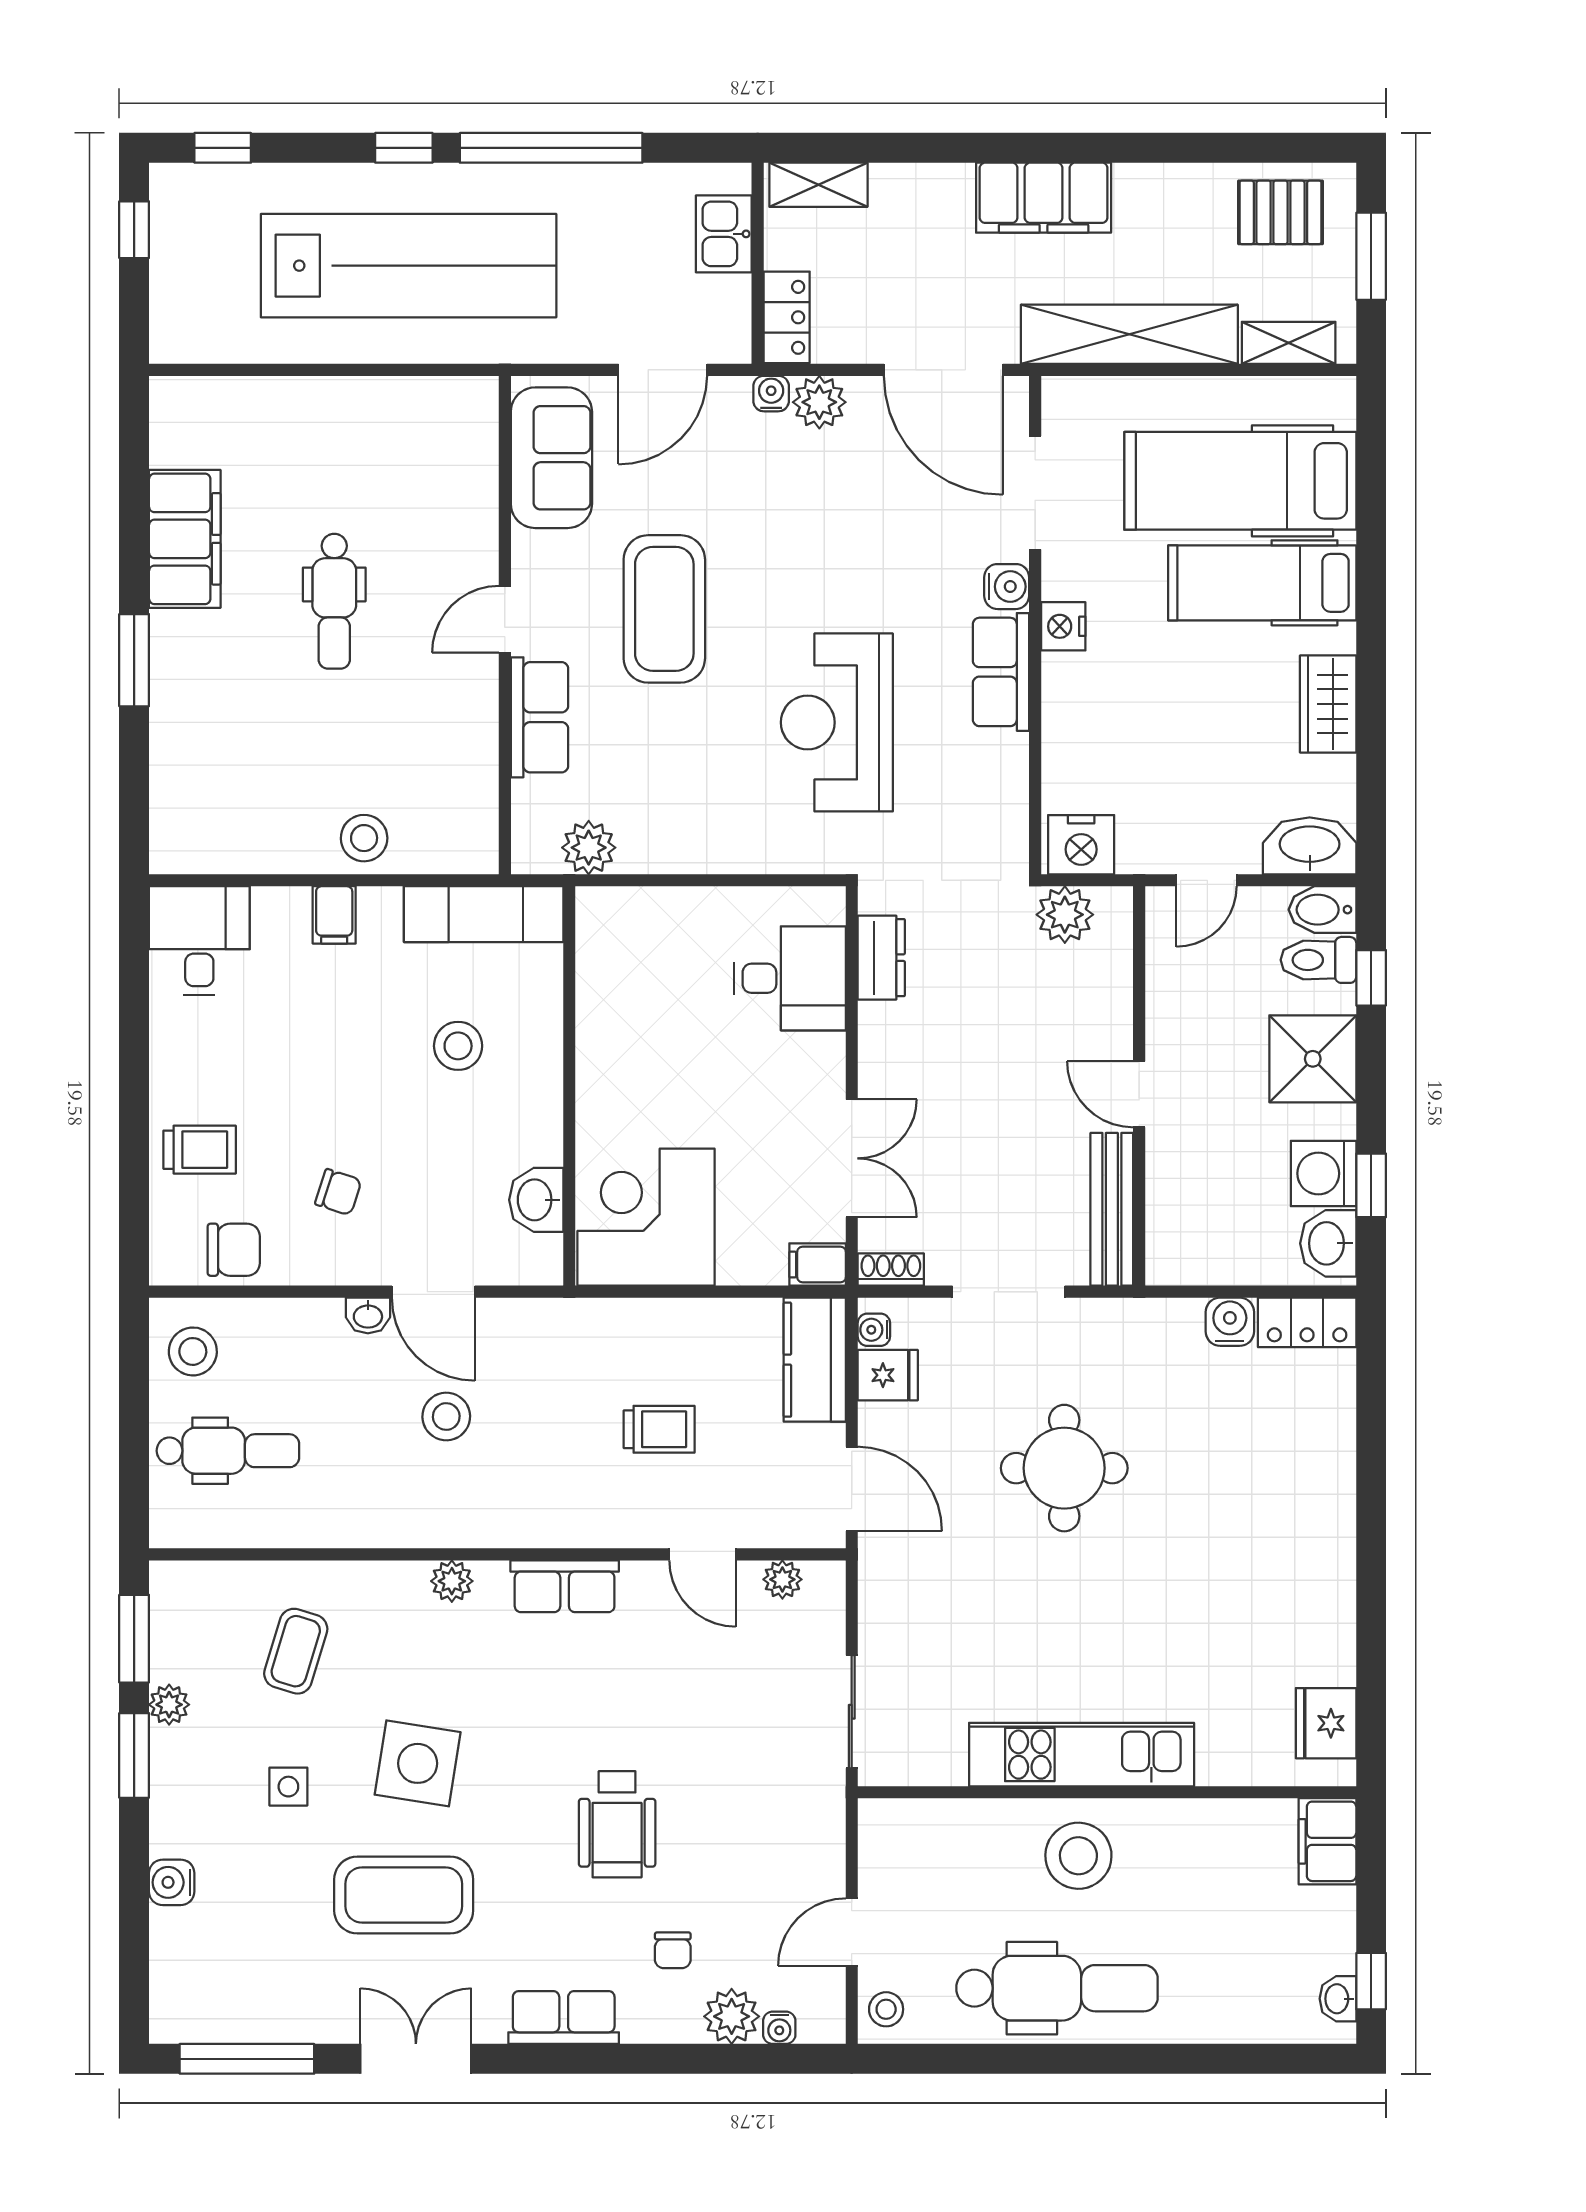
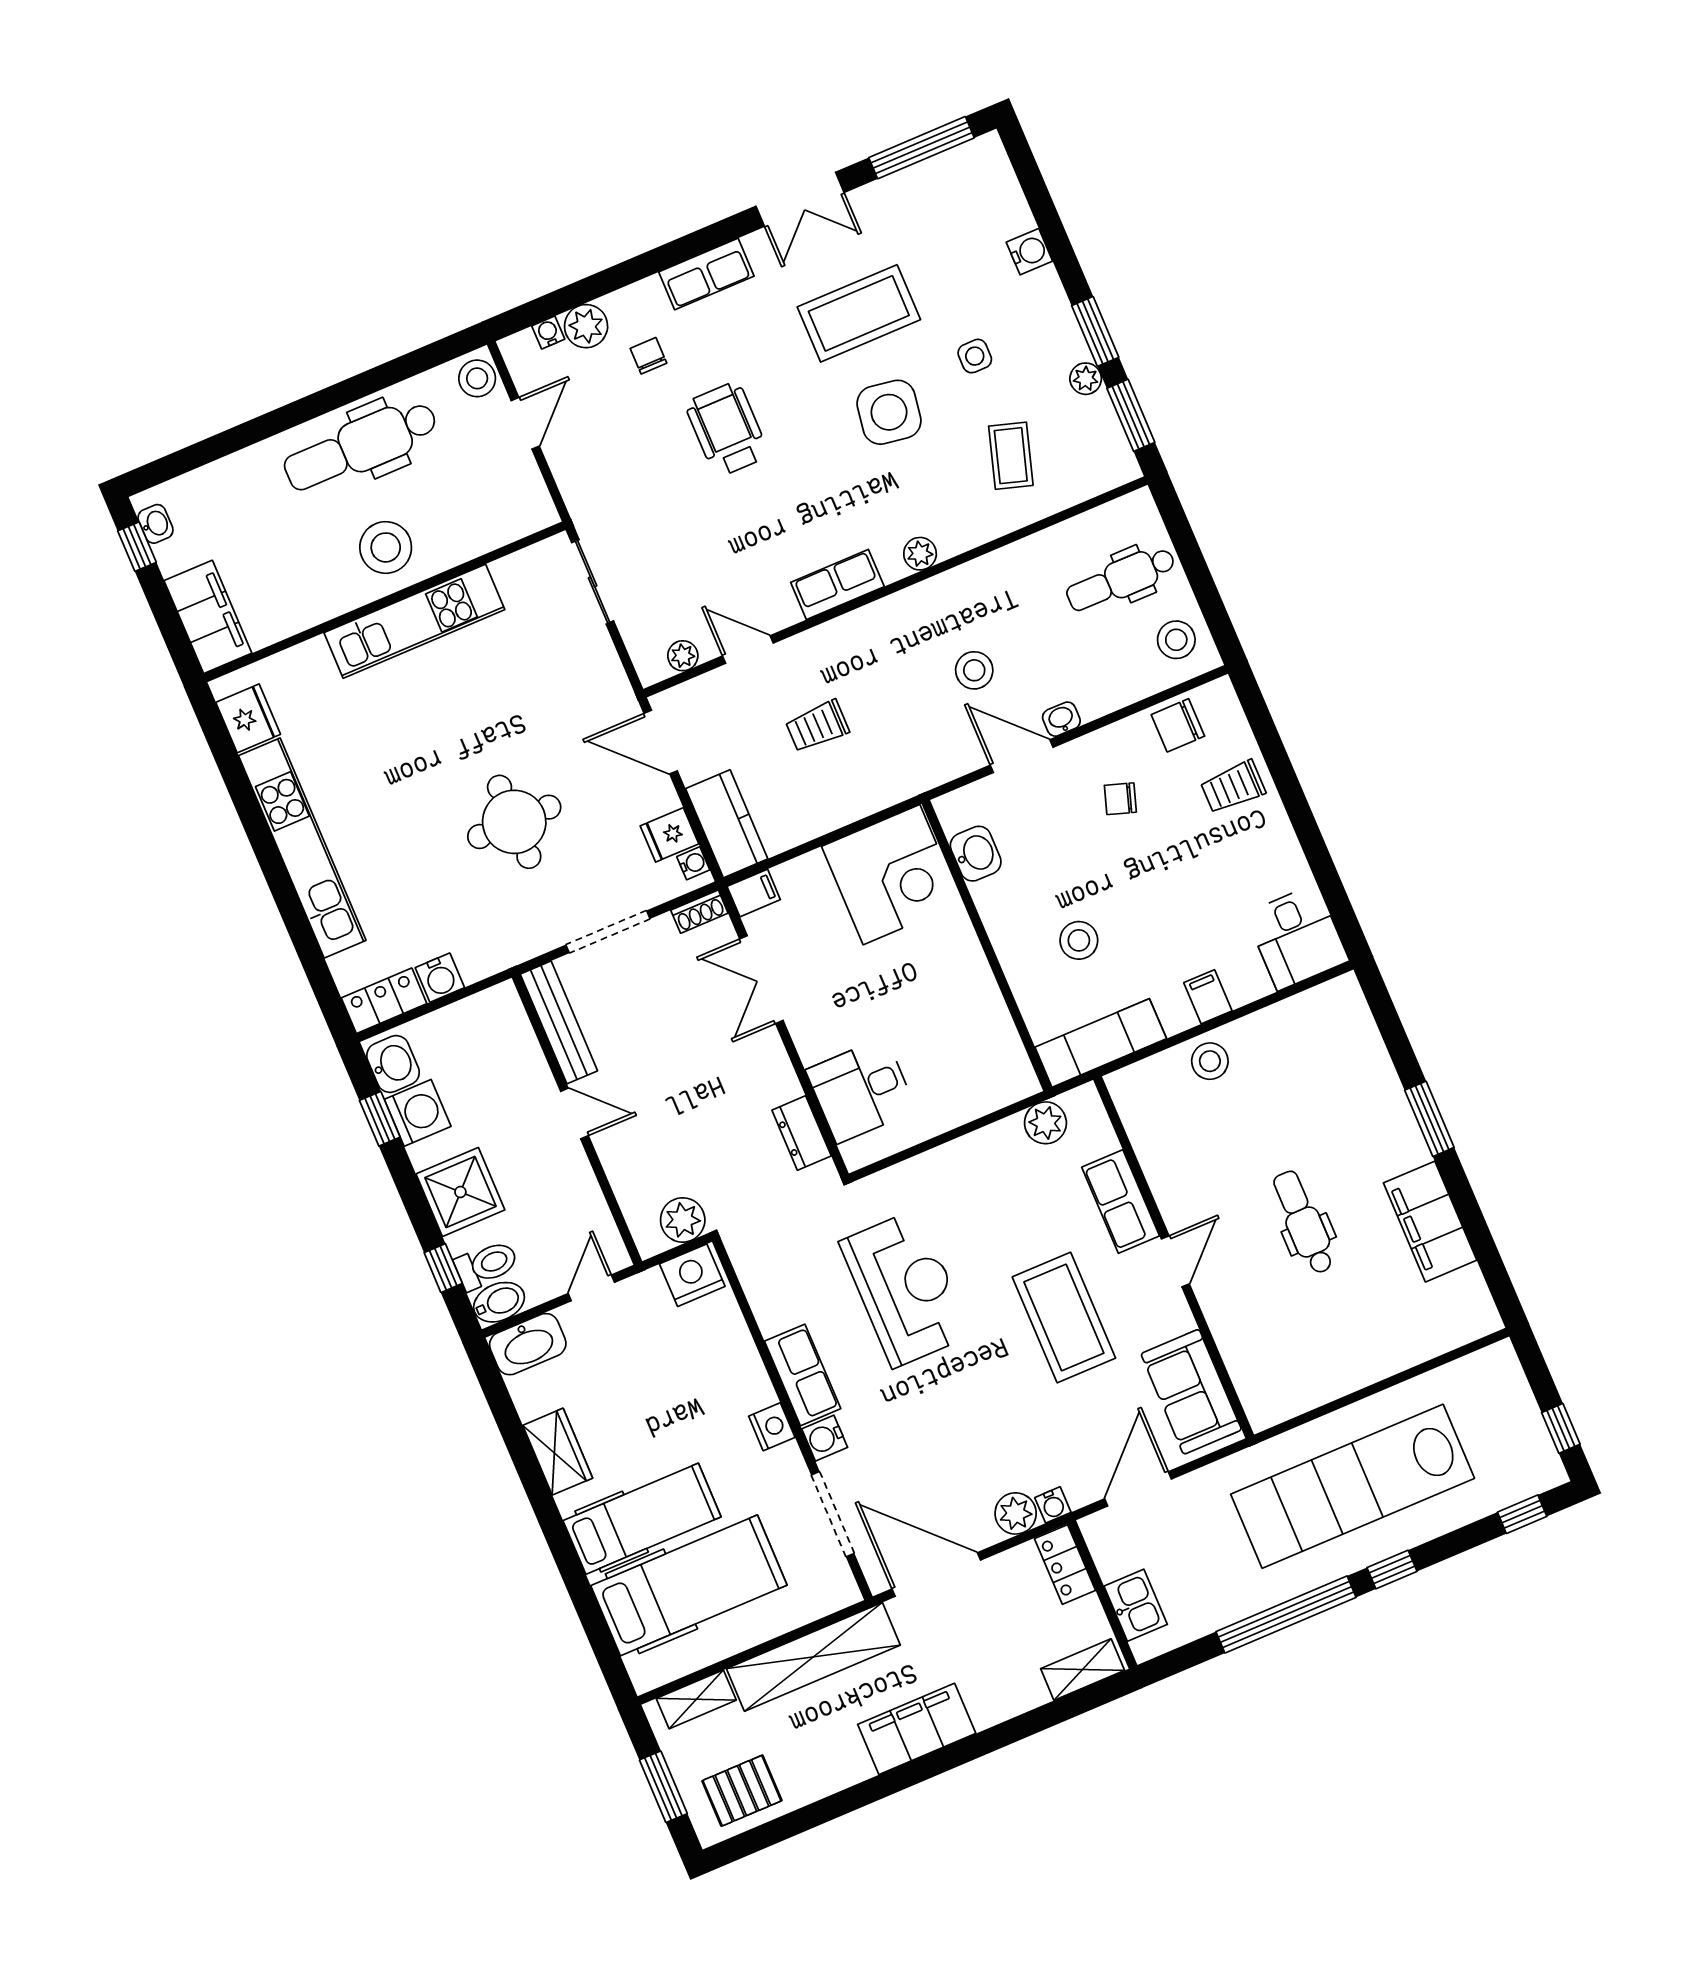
kitchen unit: (1327, 1543) -> (302, 848), added
filing cabinet: (1327, 1841) -> (208, 617), width x1.50, depth x1.17
stool: (886, 2009) -> (477, 378), width x1.37, depth x1.37

